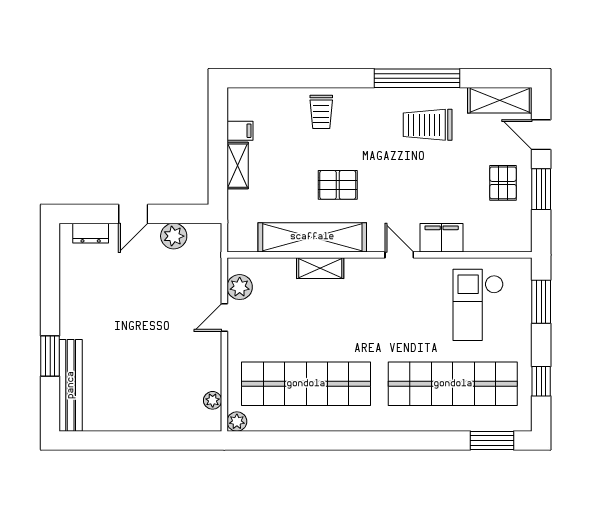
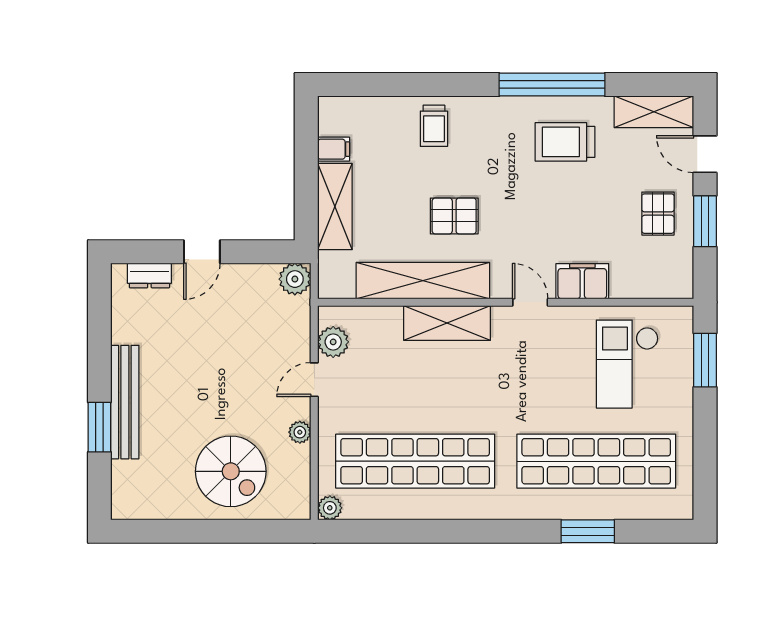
shelving: (238, 166) -> (335, 207), width x1.50, depth x1.33
plant: (174, 236) -> (295, 279), moved
shelving: (320, 268) -> (447, 323), width x1.50, depth x1.33
window: (541, 381) -> (705, 458), removed
bench: (71, 385) -> (125, 402), moved
spiral stairs: (157, 392) -> (231, 471), added
plant: (213, 400) -> (300, 432), moved
window: (492, 441) -> (588, 531), moved

